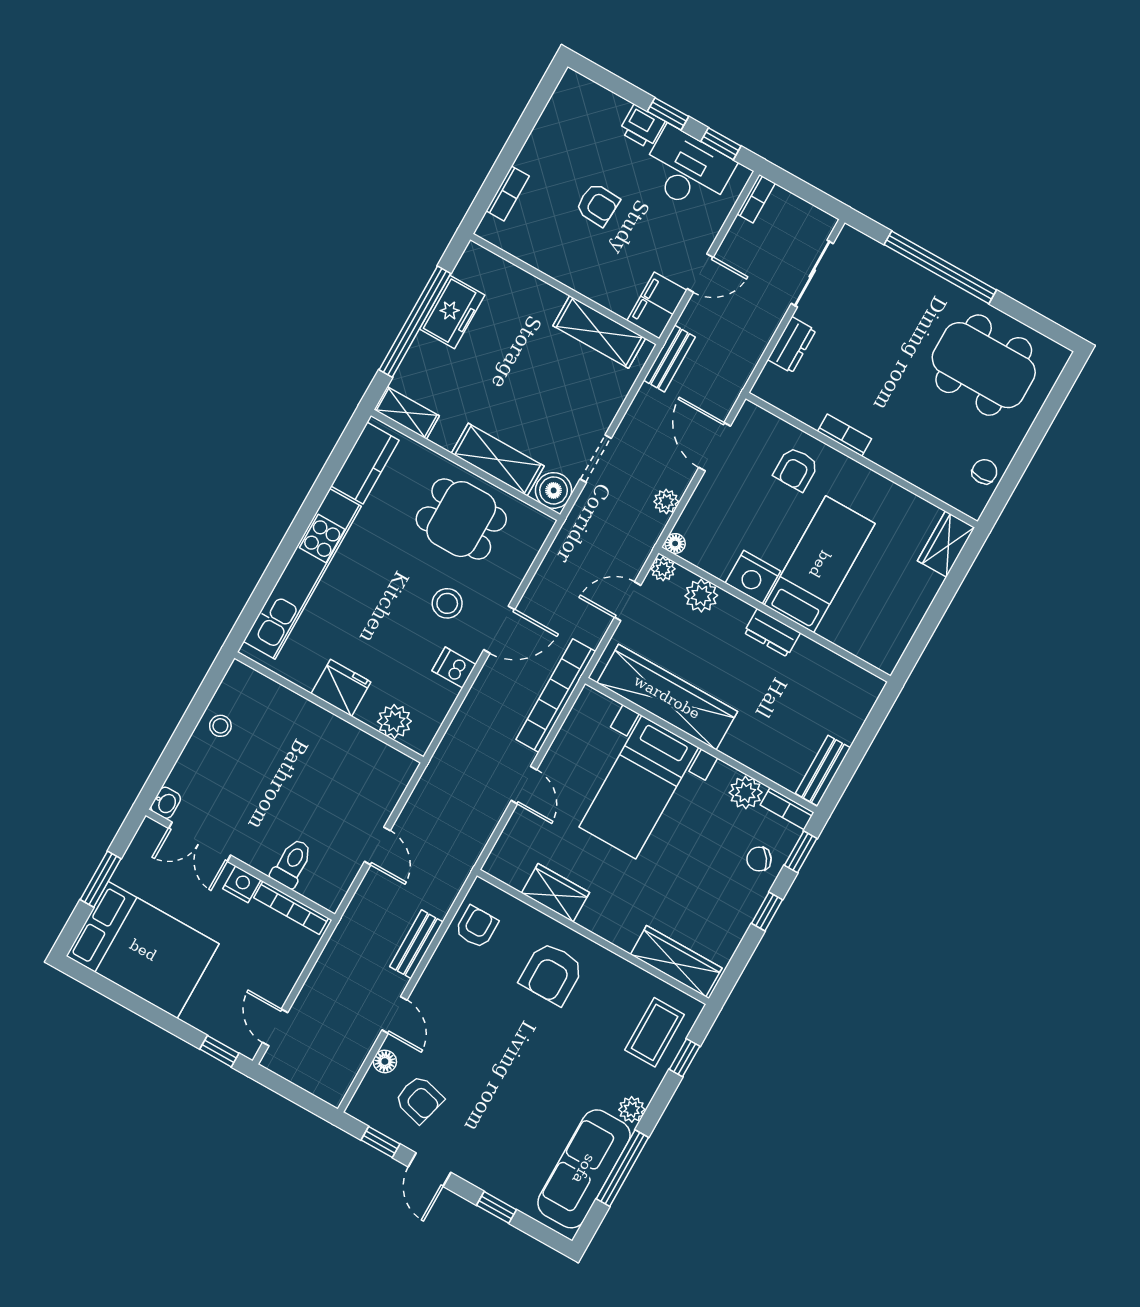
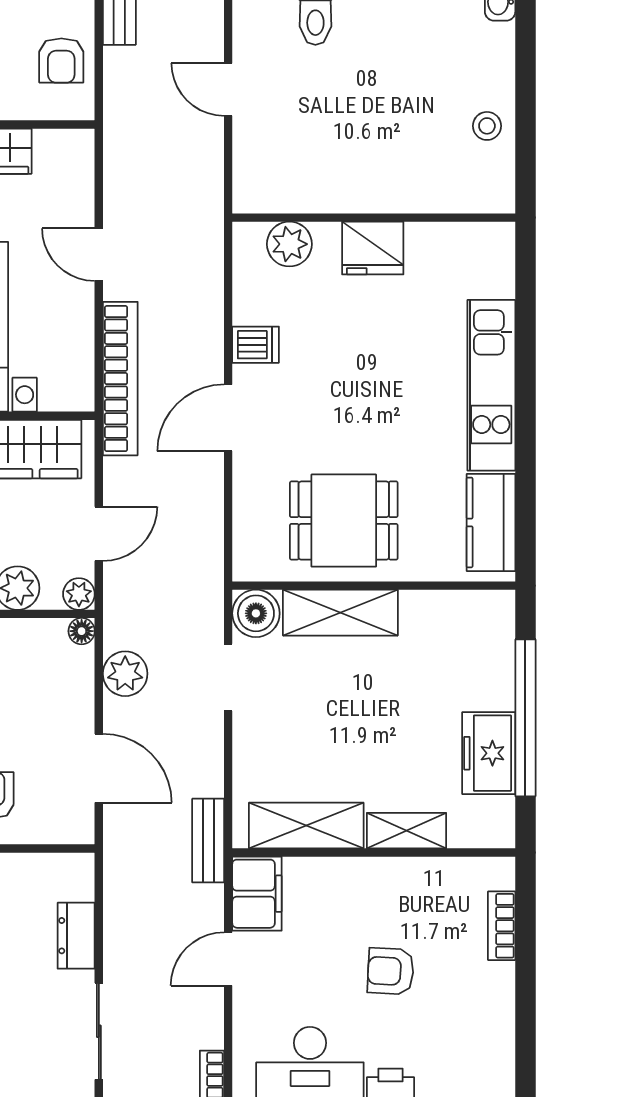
shelving: (407, 413) -> (407, 831), moved
plant: (666, 502) -> (125, 674), width x1.38, depth x1.38
kitchen unit: (302, 574) -> (491, 385), width x0.73
stool: (447, 603) -> (305, 414), removed

